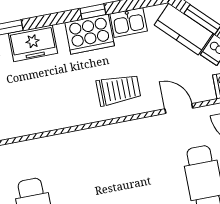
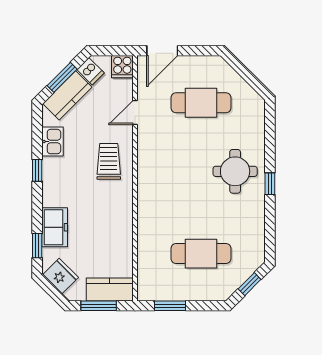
cooker: (90, 34) -> (56, 177), removed

